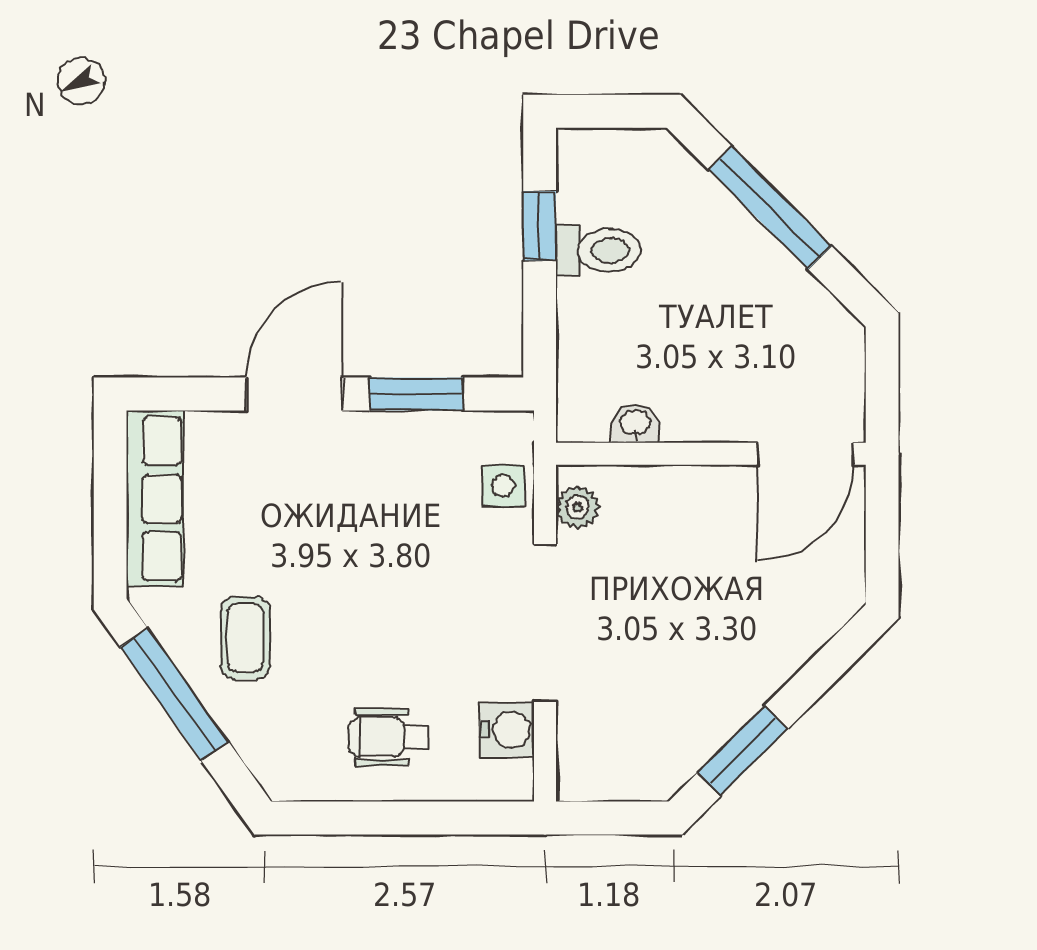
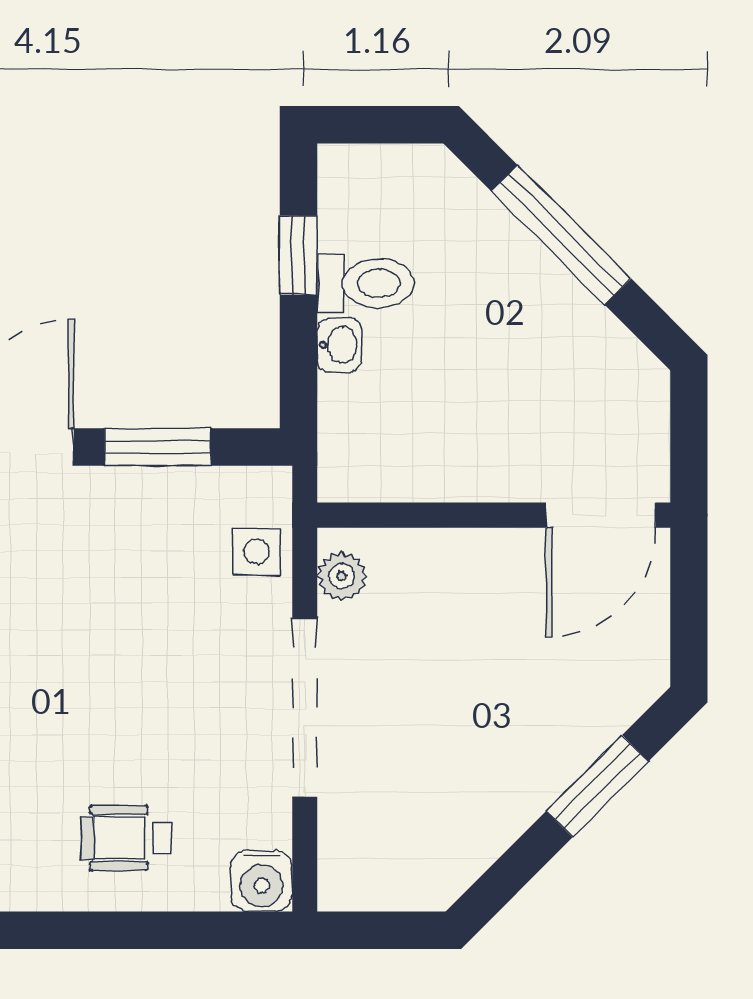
washbasin: (635, 423) -> (339, 345), moved, turned 90
water cooler: (507, 730) -> (261, 881), moved, turned 90
window: (743, 751) -> (597, 786), moved

